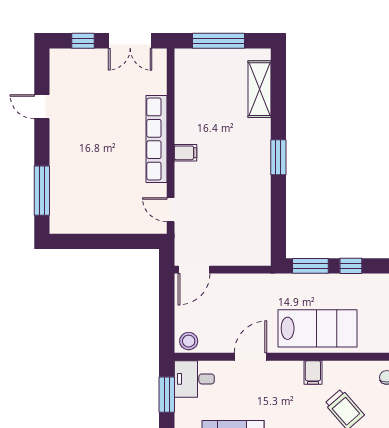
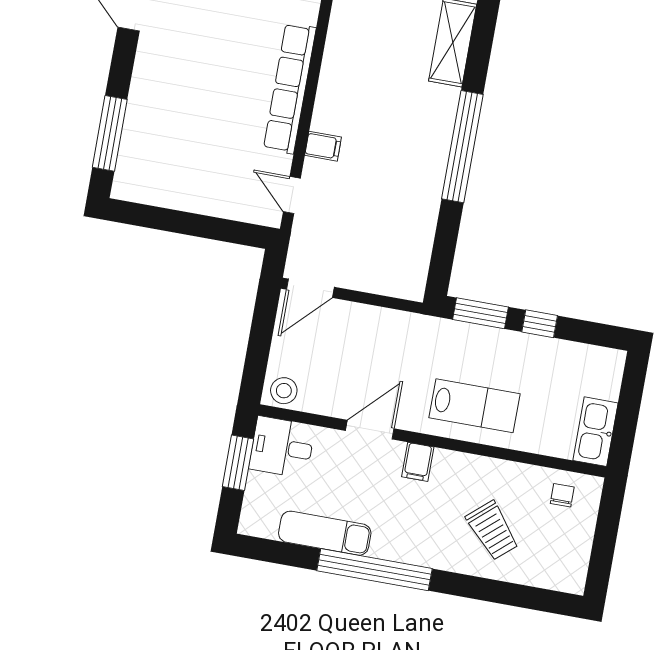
filing cabinet: (185, 153) -> (323, 146), moved
window: (278, 157) -> (462, 147), width x2.11
lab bench: (317, 328) -> (475, 406), width x0.73, depth x0.72
filing cabinet: (313, 372) -> (418, 462), moved

